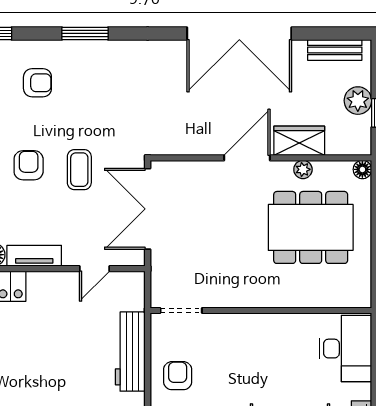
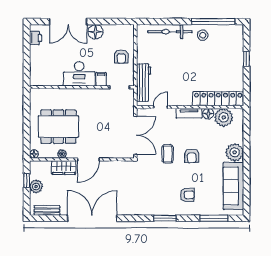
armchair: (37, 83) -> (187, 195), turned 180
filing cabinet: (220, 328) -> (101, 79), added
desk: (346, 349) -> (79, 74), moved, turned -90
workbench: (130, 352) -> (144, 83), moved

